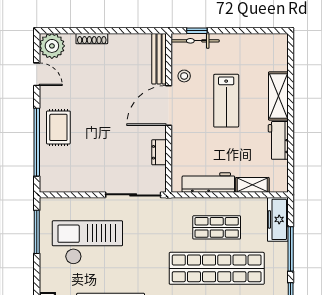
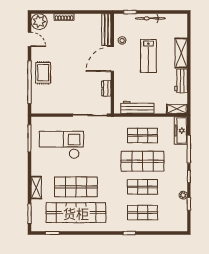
bicycle: (195, 41) -> (150, 18), moved
shelving: (252, 185) -> (177, 109), moved
shop shelf: (217, 268) -> (142, 161), width x0.71

